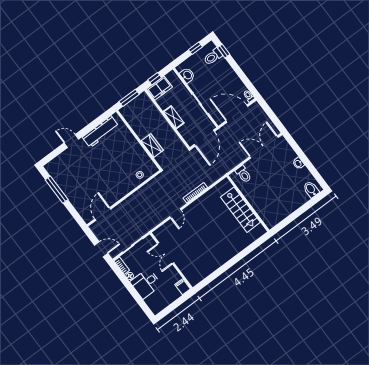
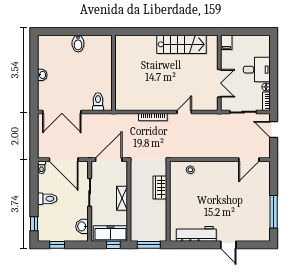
toilet: (213, 57) -> (47, 199), moved
freezer: (159, 88) -> (110, 233), width x1.40
bidet: (311, 189) -> (78, 43), moved
stairs: (240, 210) -> (182, 44), moved, turned 90

